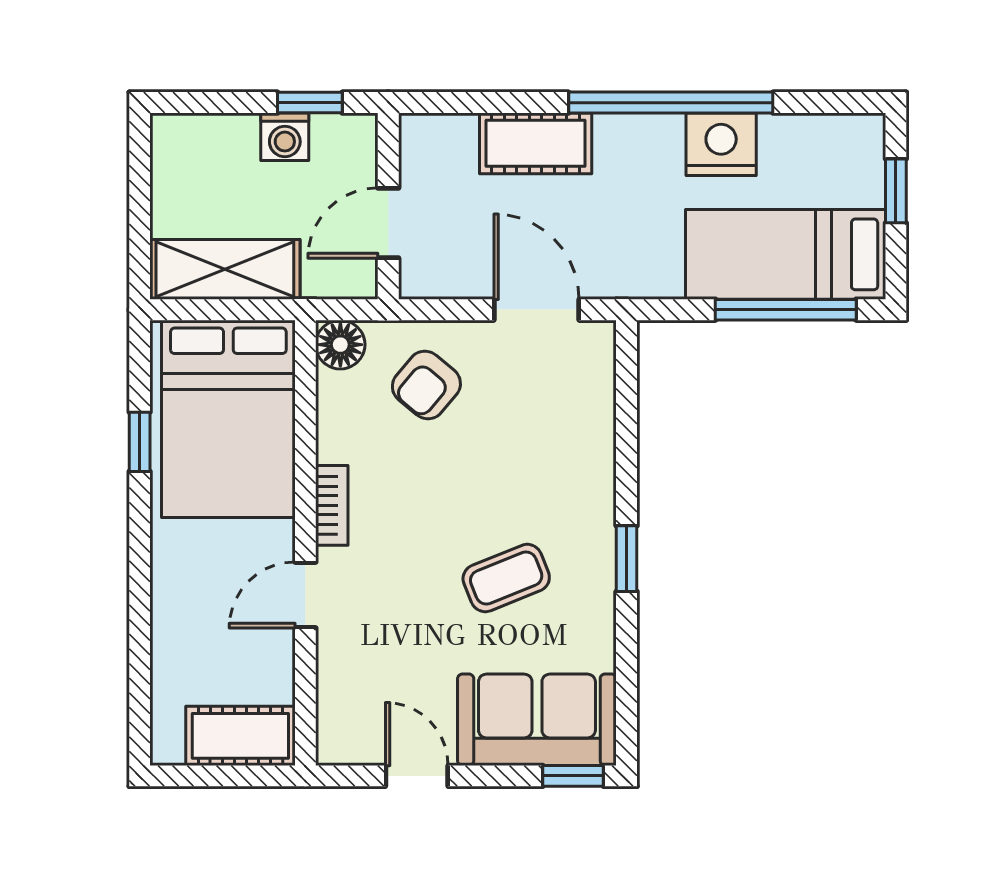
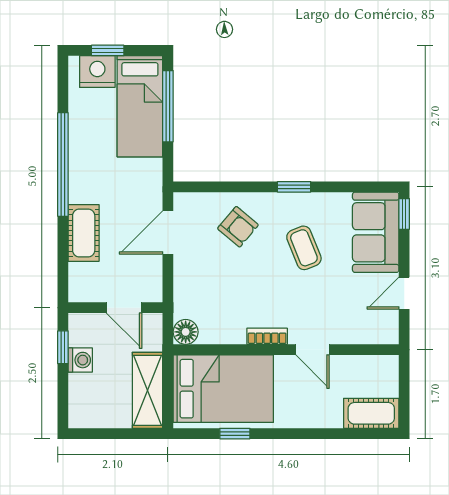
nightstand: (721, 144) -> (97, 72), moved, turned 90
armchair: (426, 385) -> (238, 227), moved
cot: (240, 736) -> (371, 413), moved, turned 90

